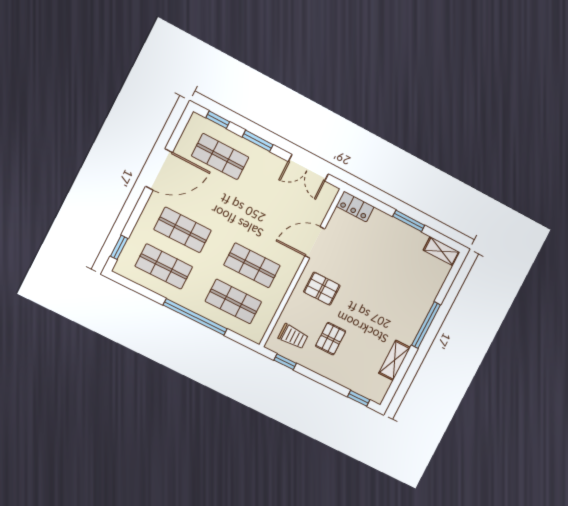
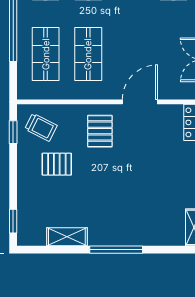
door: (315, 242) -> (140, 102), hinge flipped
trolley: (293, 336) -> (41, 127), turned -63

